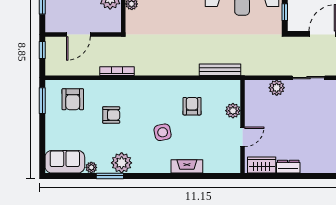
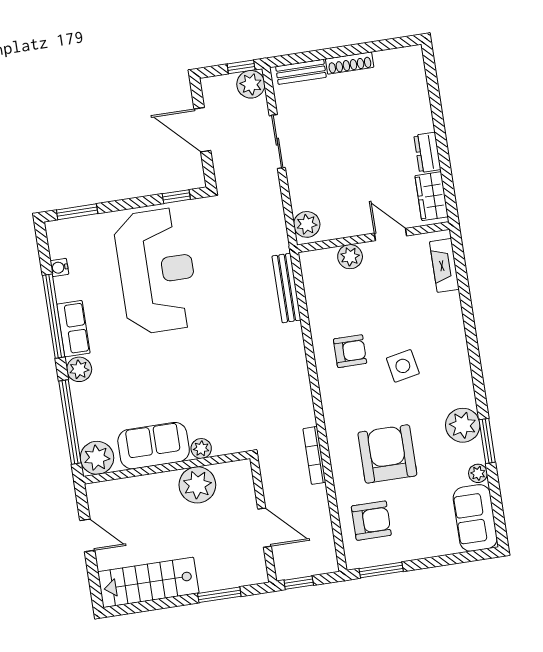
plant: (277, 88) -> (307, 224), moved
armchair: (192, 106) -> (350, 351), moved, turned 180
armchair: (111, 115) -> (387, 454), width x1.88, depth x1.88
fireplace: (187, 166) -> (444, 265), moved

